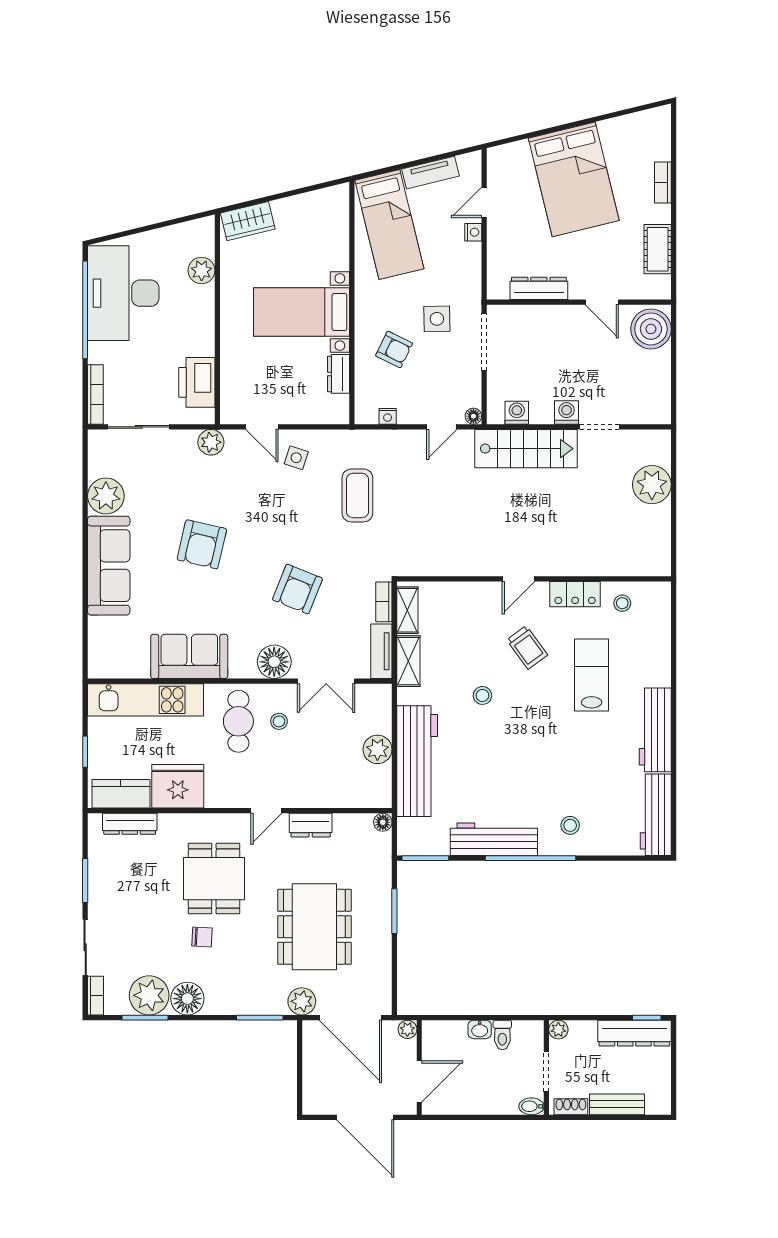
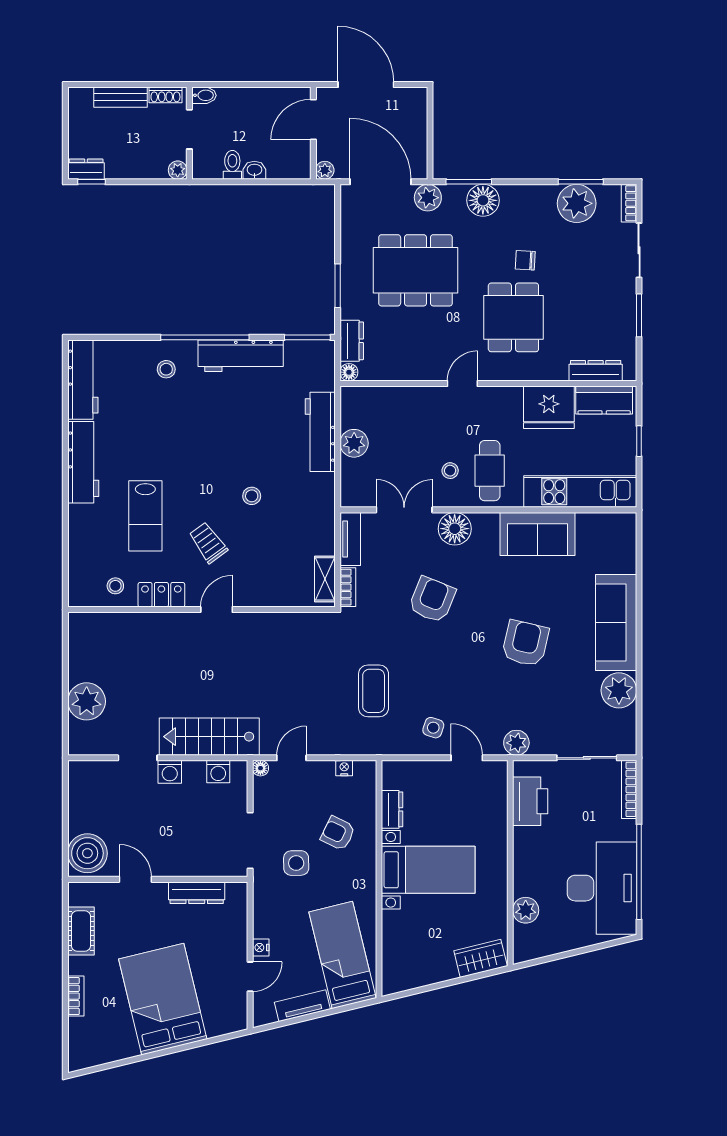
shelving: (408, 661) -> (324, 529), removed
workbench: (417, 761) -> (320, 432), width x0.73, depth x0.76
dresser: (311, 825) -> (352, 341), moved, turned 90
dining table: (314, 927) -> (416, 270), turned 90
floor lamp: (187, 999) -> (483, 200), moved
dresser: (634, 1033) -> (86, 169), width x0.51, depth x0.80

